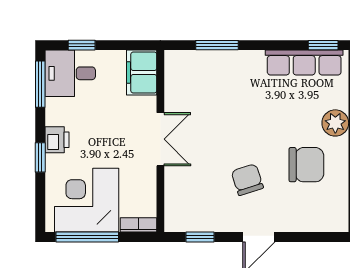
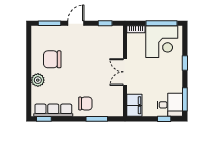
printer: (57, 140) -> (177, 72), removed
chair: (247, 180) -> (85, 104), moved, turned -72
window: (312, 237) -> (49, 23), added

